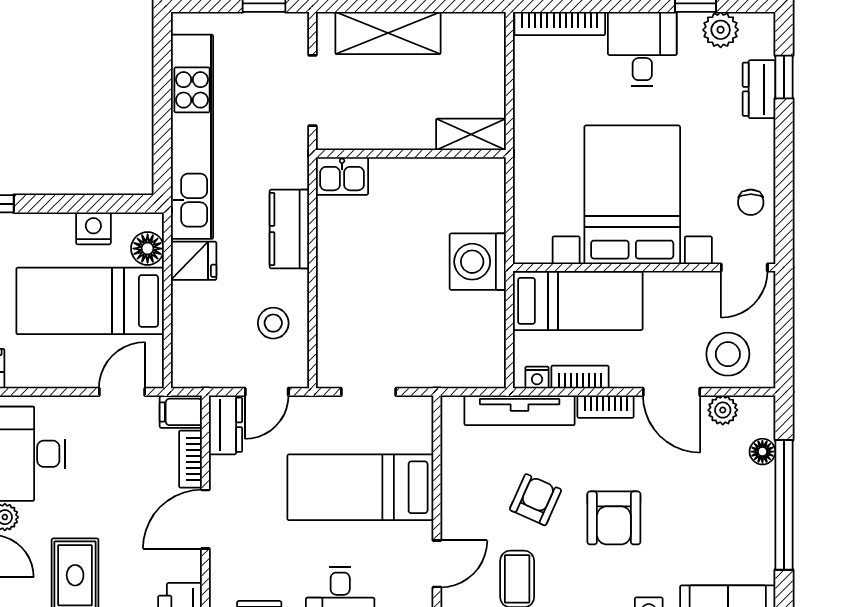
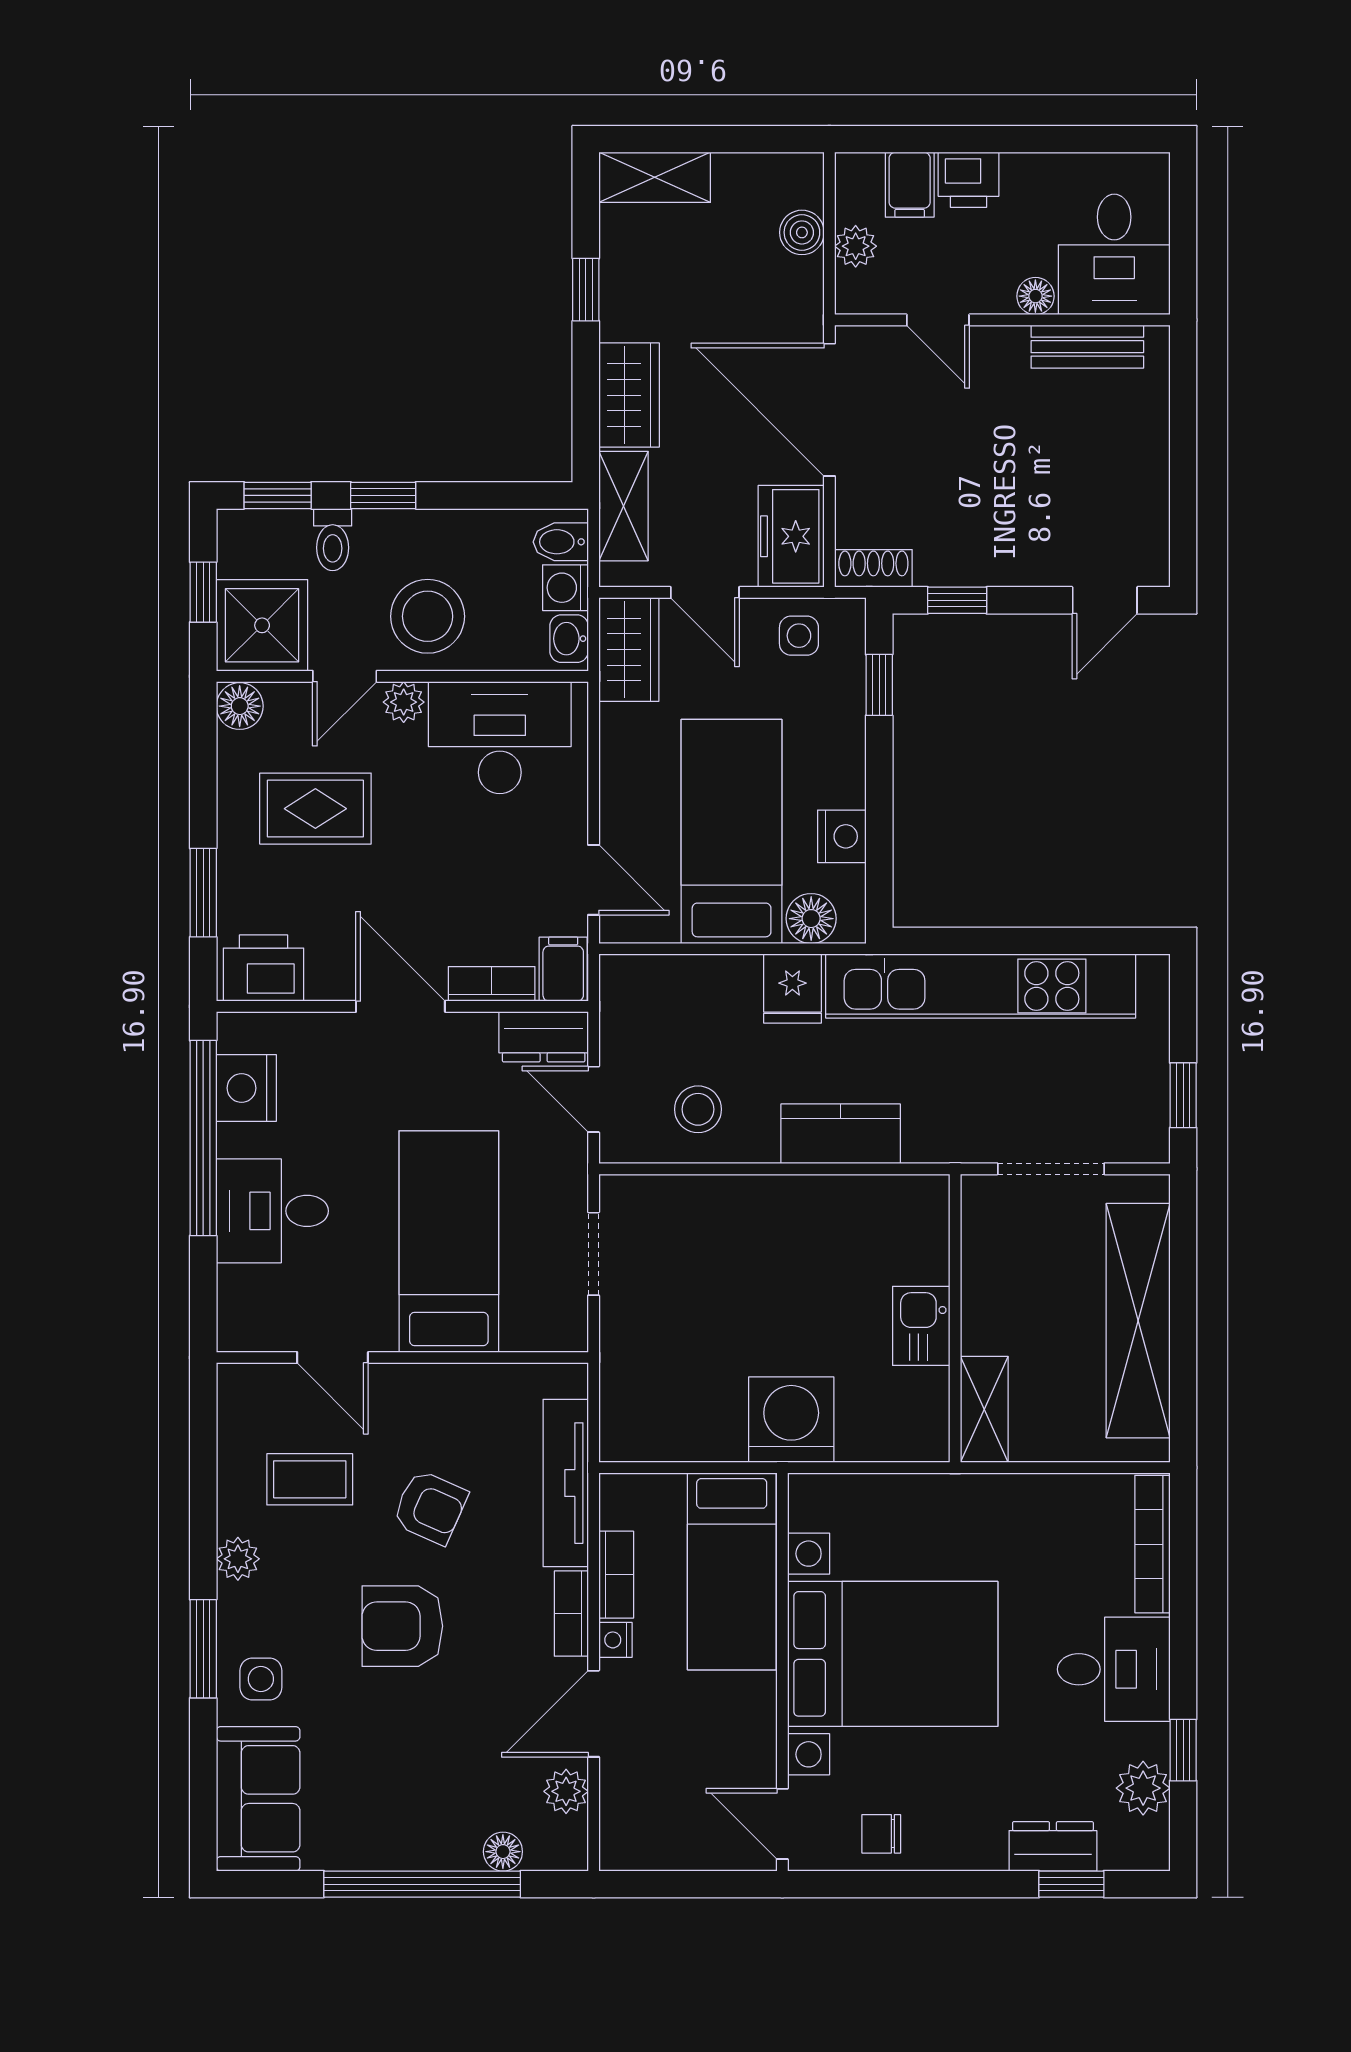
shelving: (388, 33) -> (1138, 1321), width x1.47
kitchen sink: (342, 176) -> (921, 1326), moved
stool: (728, 354) -> (651, 1799), removed
nightstand: (537, 377) -> (615, 1640), moved

